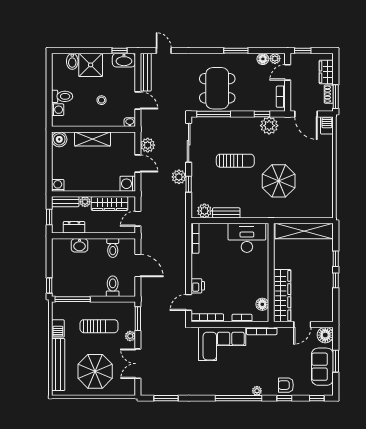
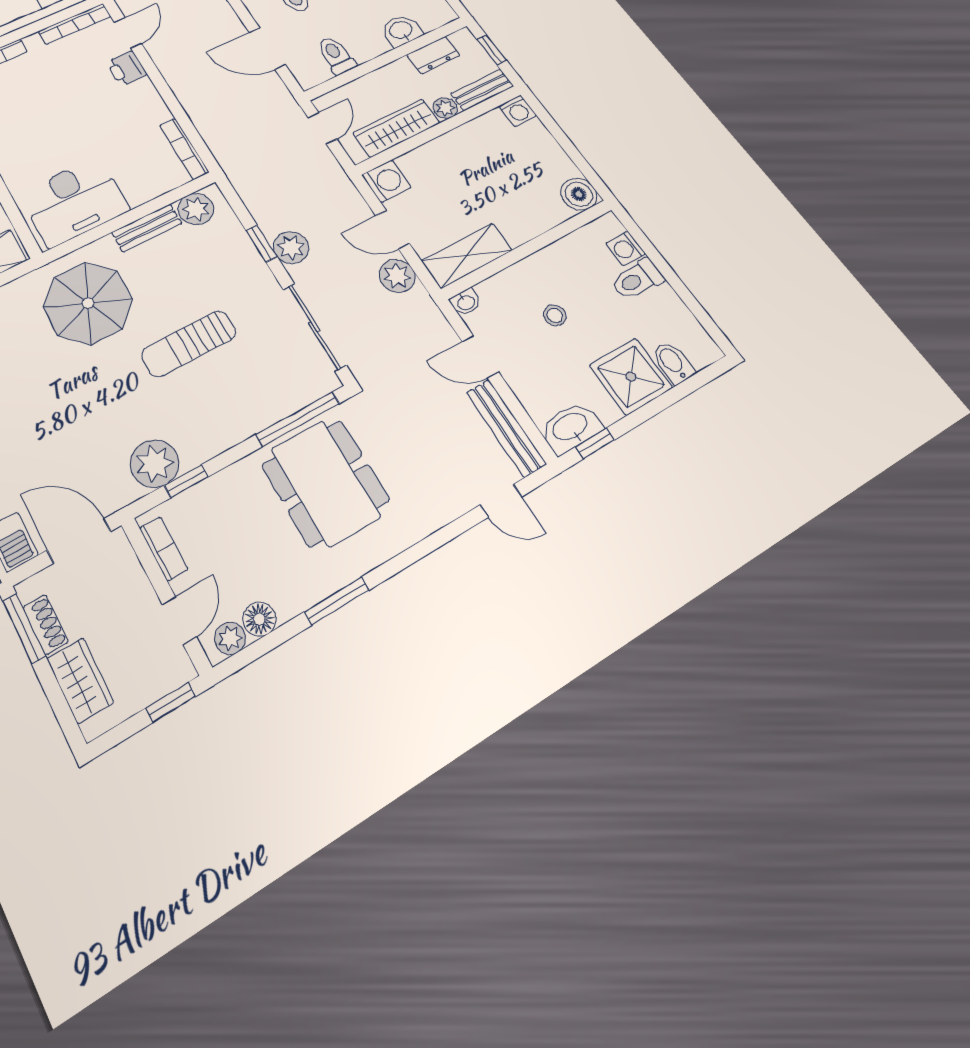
shelving: (93, 139) -> (467, 255), moved
parasol: (279, 181) -> (88, 303), moved

